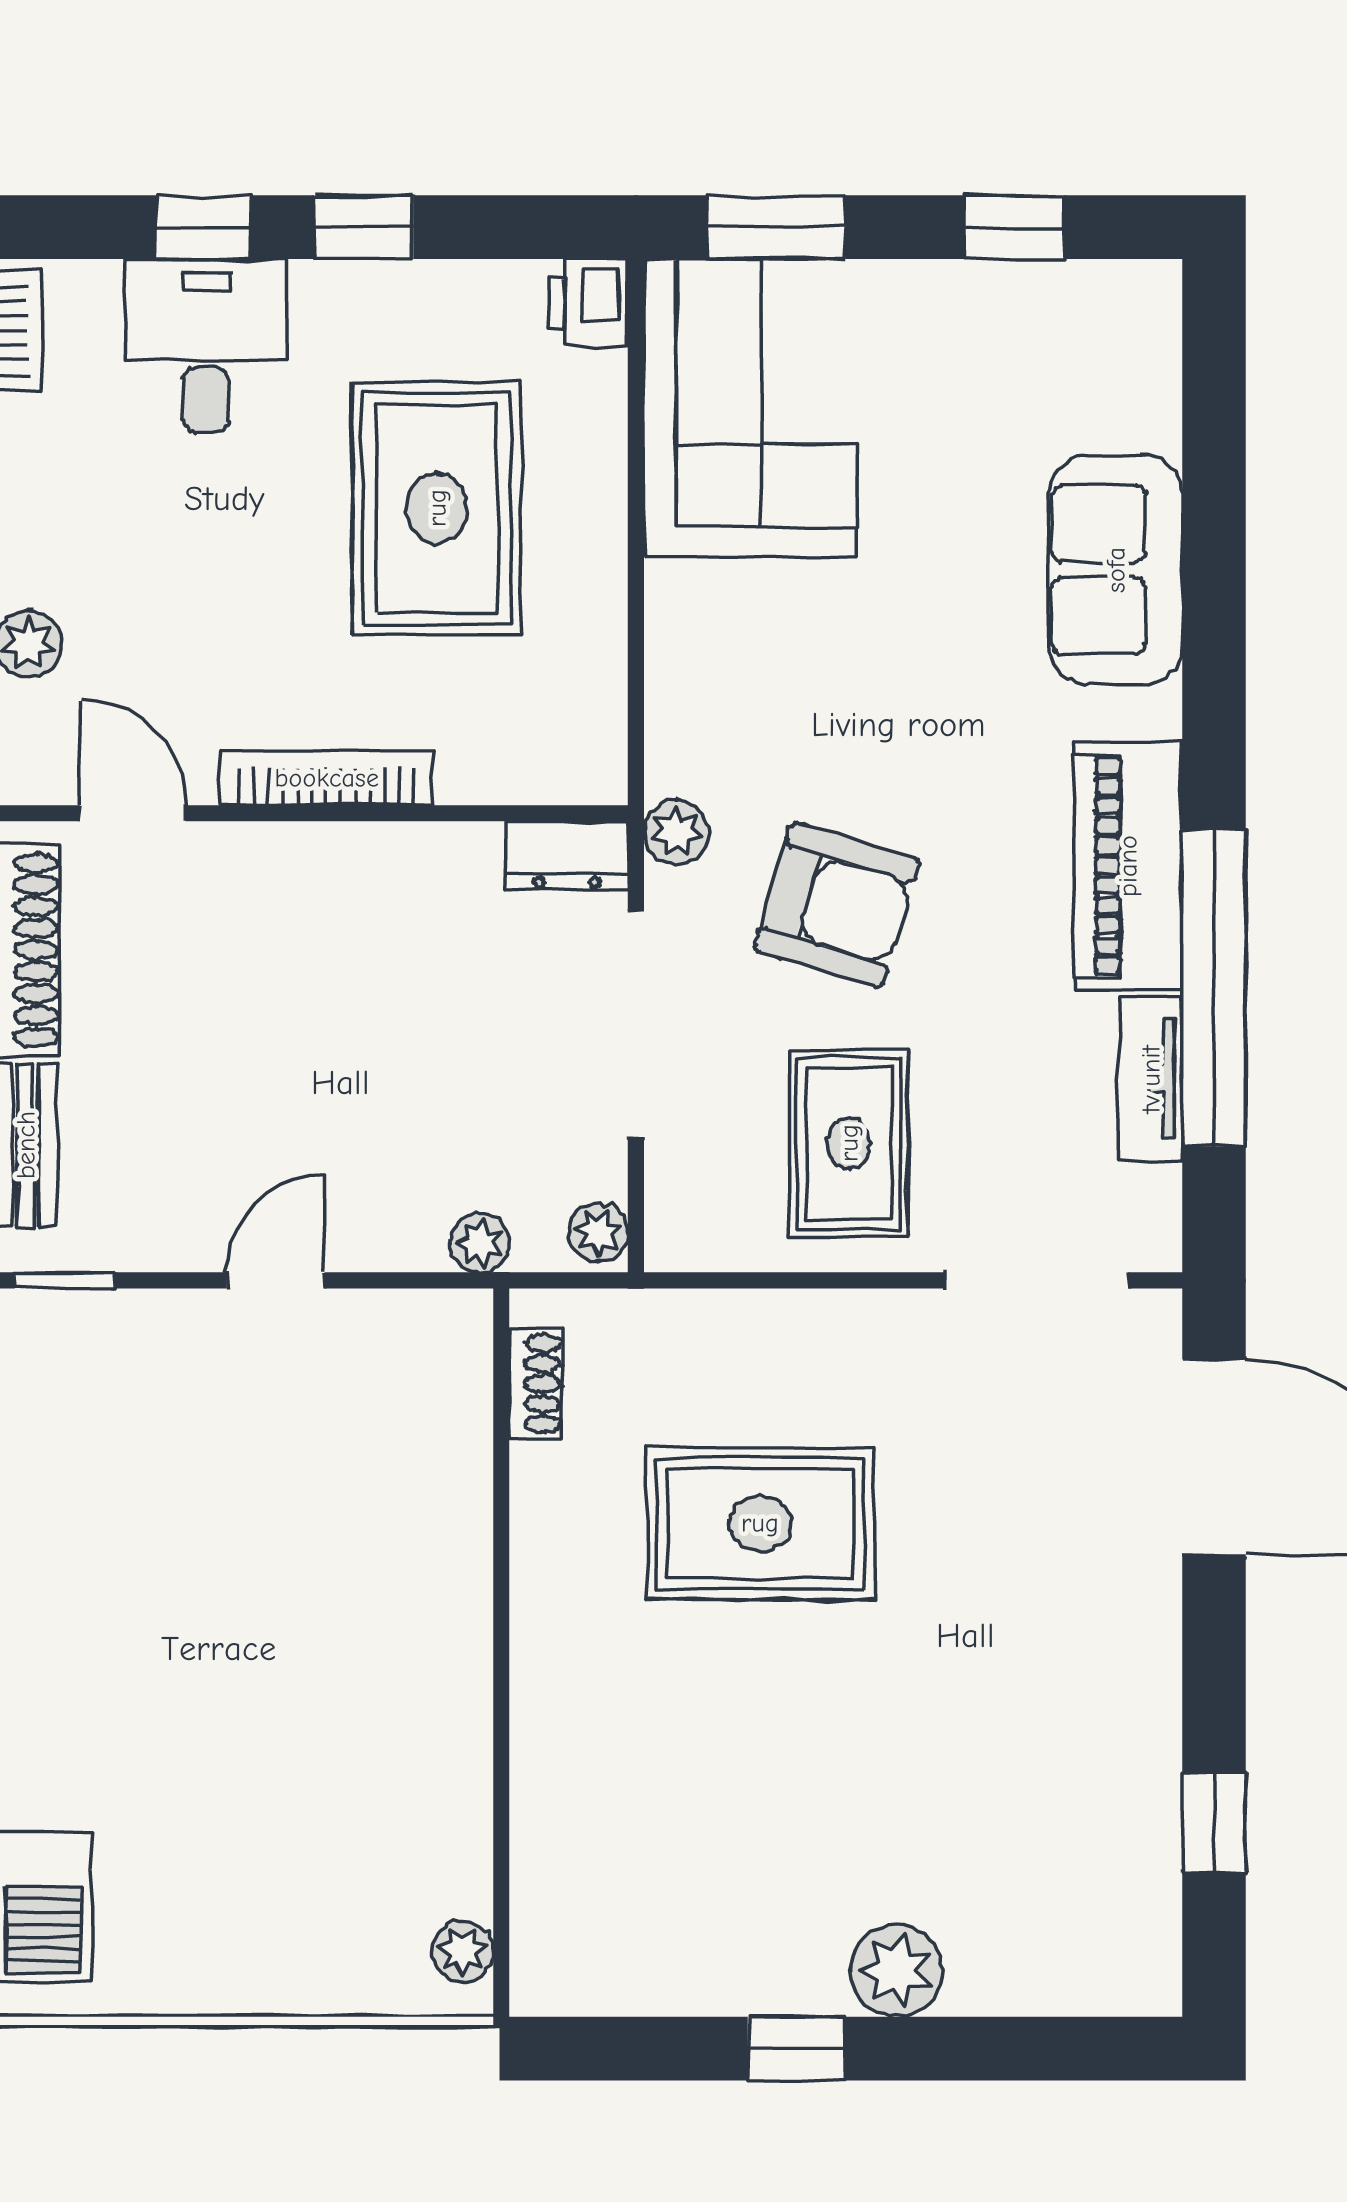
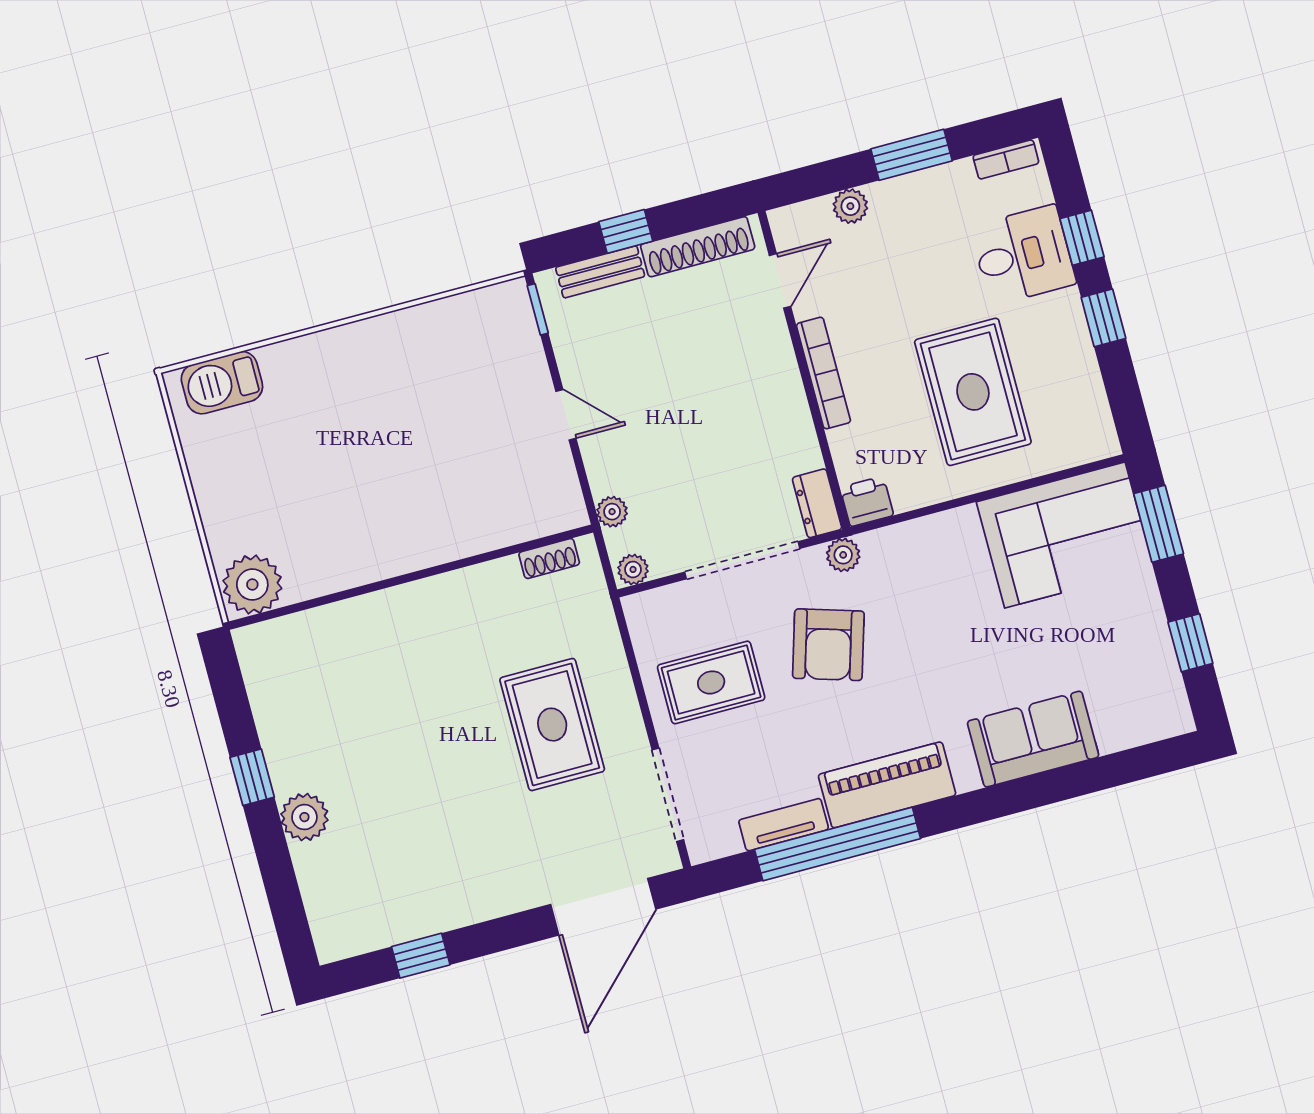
printer: (588, 303) -> (867, 501), moved
rug: (437, 508) -> (973, 392), turned 90
rug: (760, 1523) -> (552, 725), moved
plant: (463, 1952) -> (252, 584), width x1.88, depth x1.88

